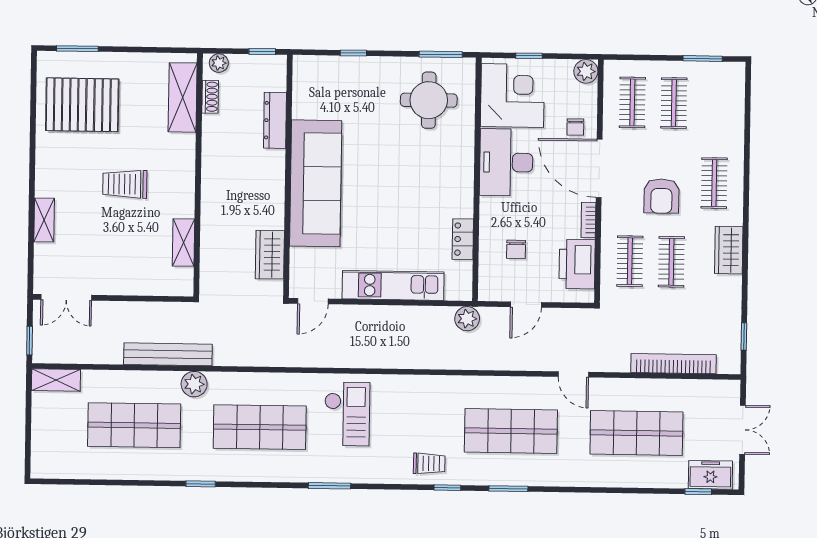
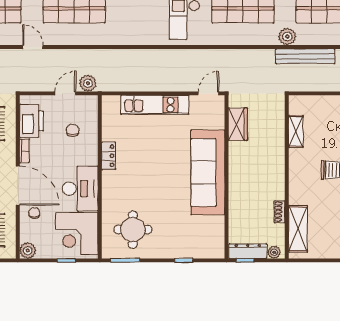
shoe rack: (210, 97) -> (280, 212), moved
dresser: (275, 120) -> (248, 251), moved, turned -90
locker: (463, 239) -> (109, 156), moved
plant: (467, 319) -> (88, 83), moved

